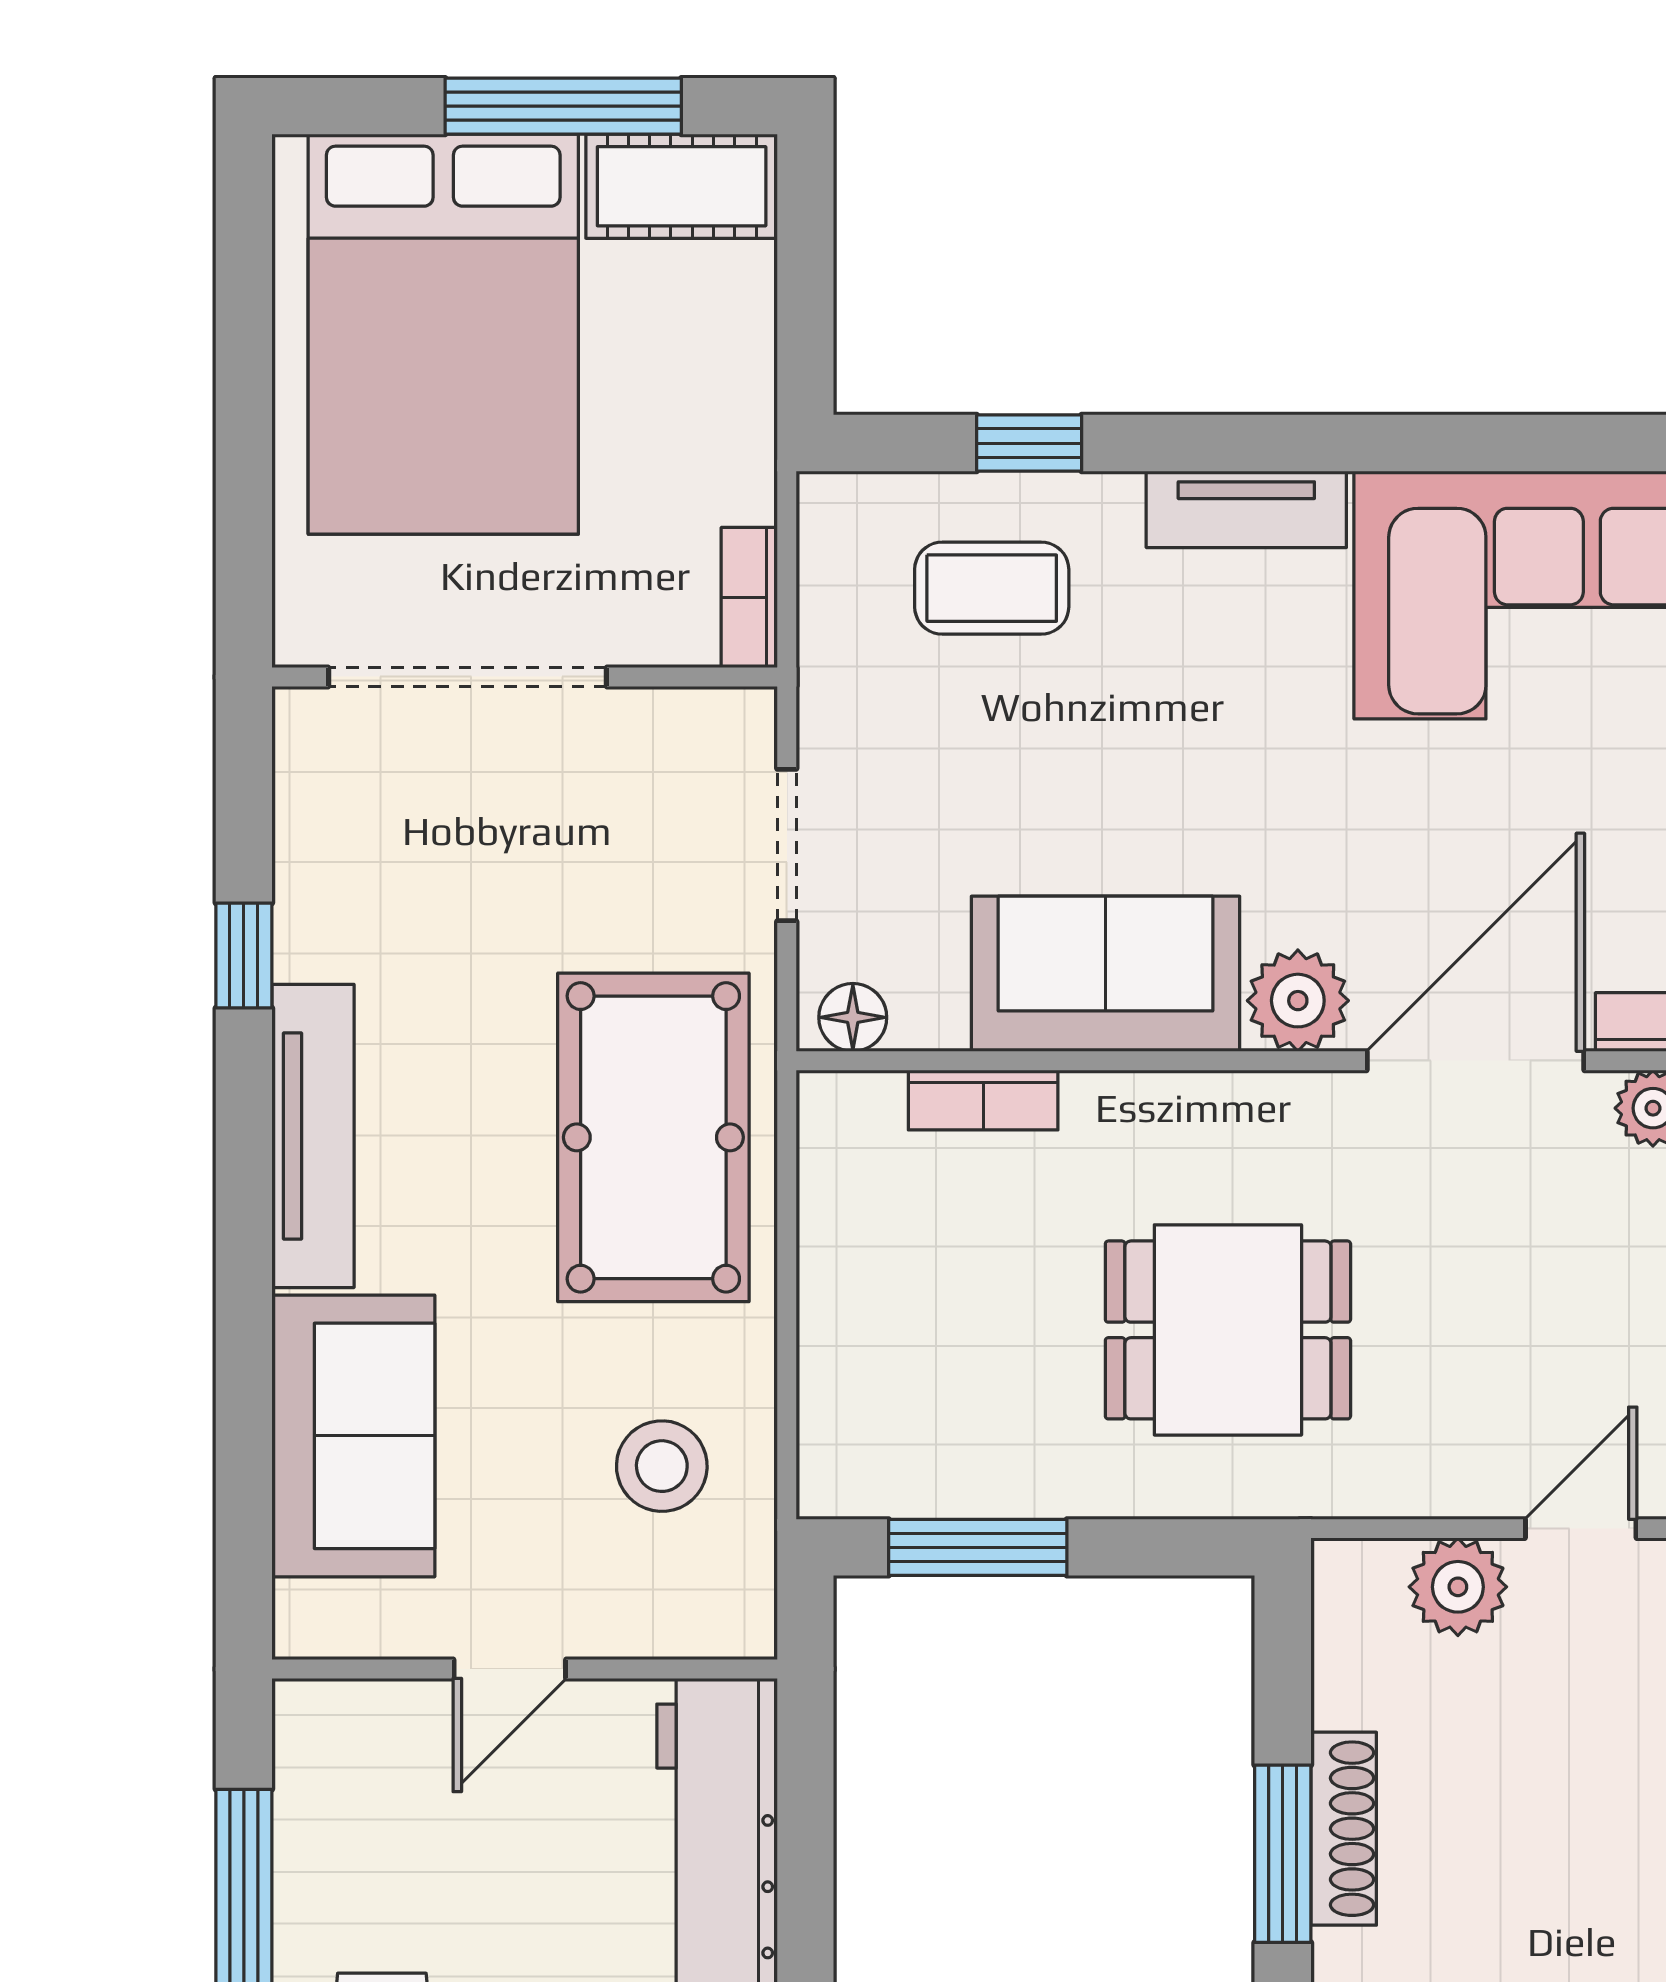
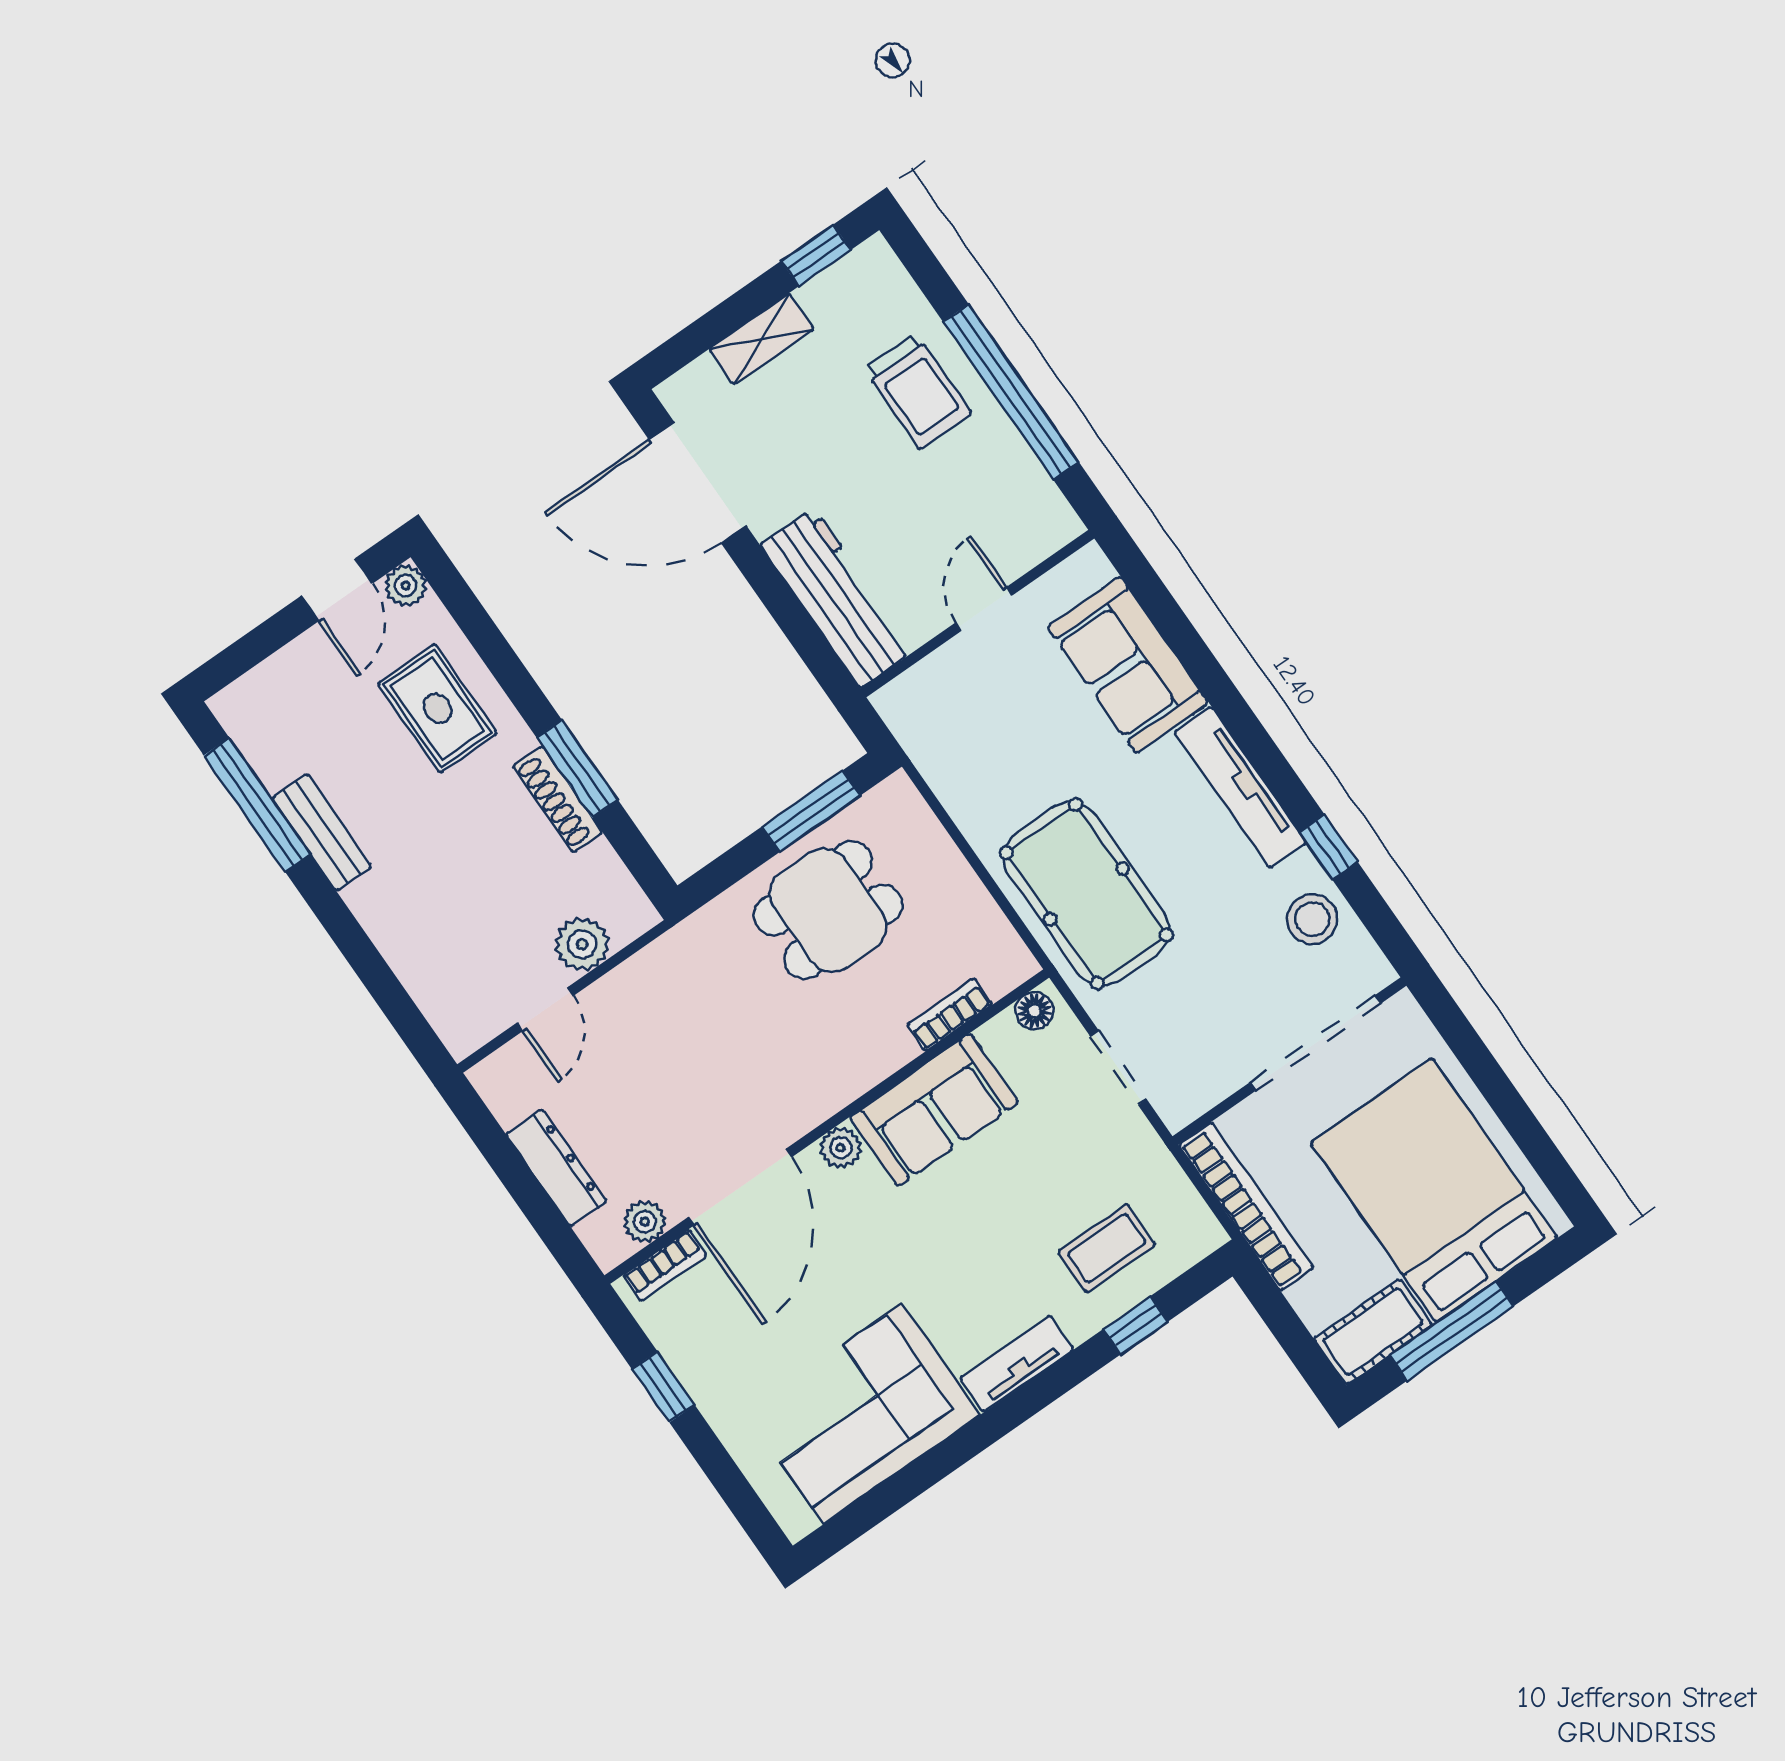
bookcase: (749, 597) -> (1246, 1206), width x2.31, depth x1.31
plant: (1298, 1001) -> (841, 1148), width x0.73, depth x0.73
dining table: (1228, 1330) -> (828, 910), moved
stool: (662, 1466) -> (1312, 919), moved

